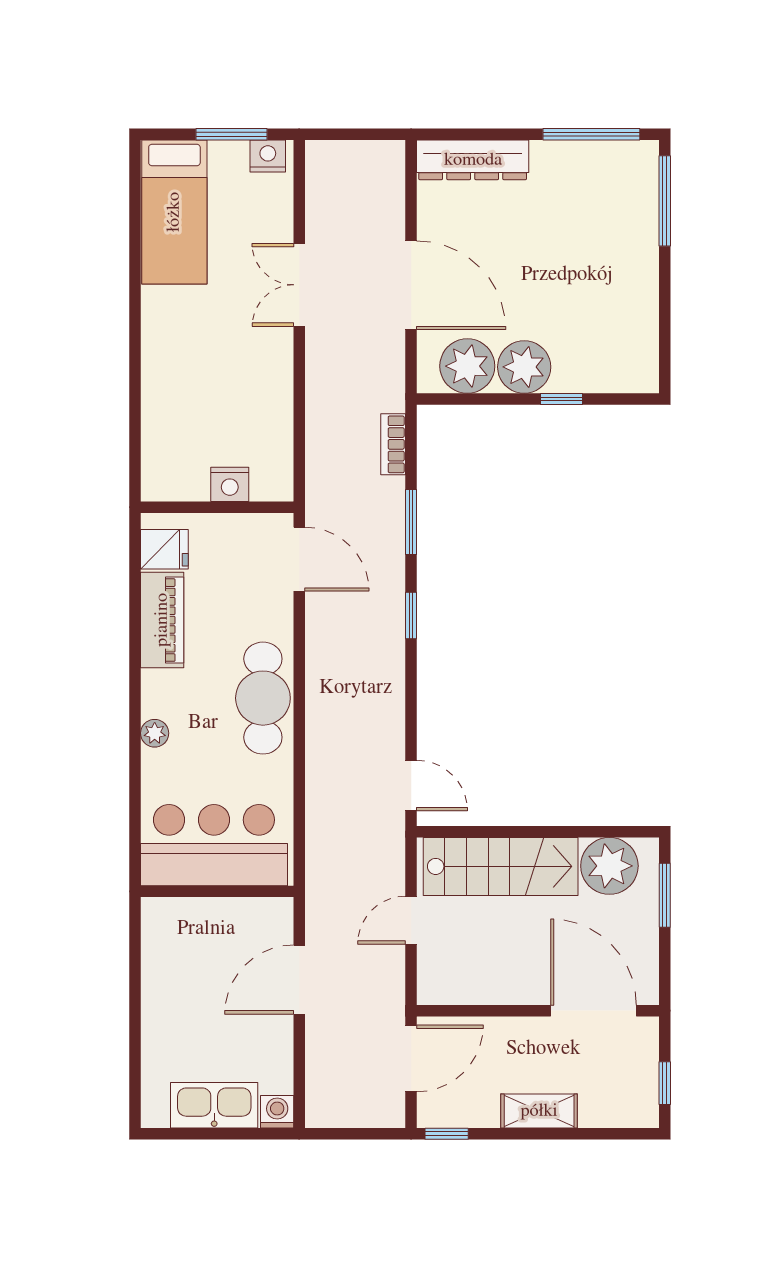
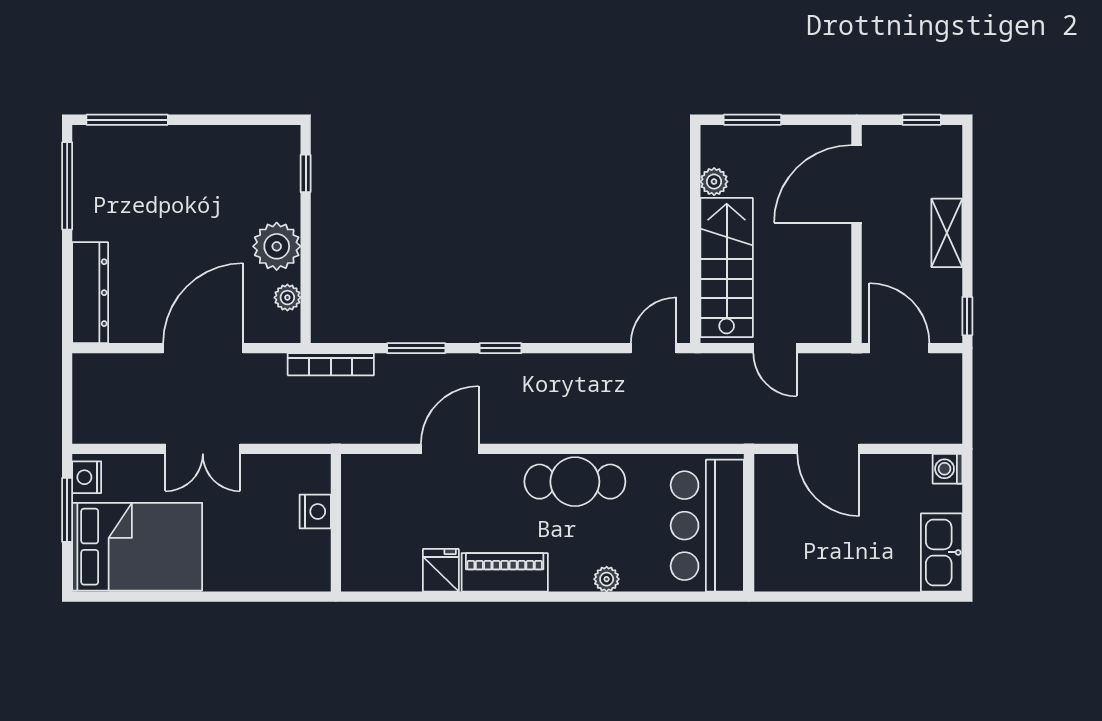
bed: (174, 212) -> (137, 547), width x1.50
plant: (467, 366) -> (287, 298), width x0.53, depth x0.53
window: (562, 399) -> (306, 173), moved
bookcase: (393, 444) -> (331, 364), width x1.56
nightstand: (230, 484) -> (315, 511), moved
wall: (217, 507) -> (336, 523), moved
plant: (609, 866) -> (714, 182), width x0.53, depth x0.53
kitchen sink: (214, 1105) -> (942, 552), moved

